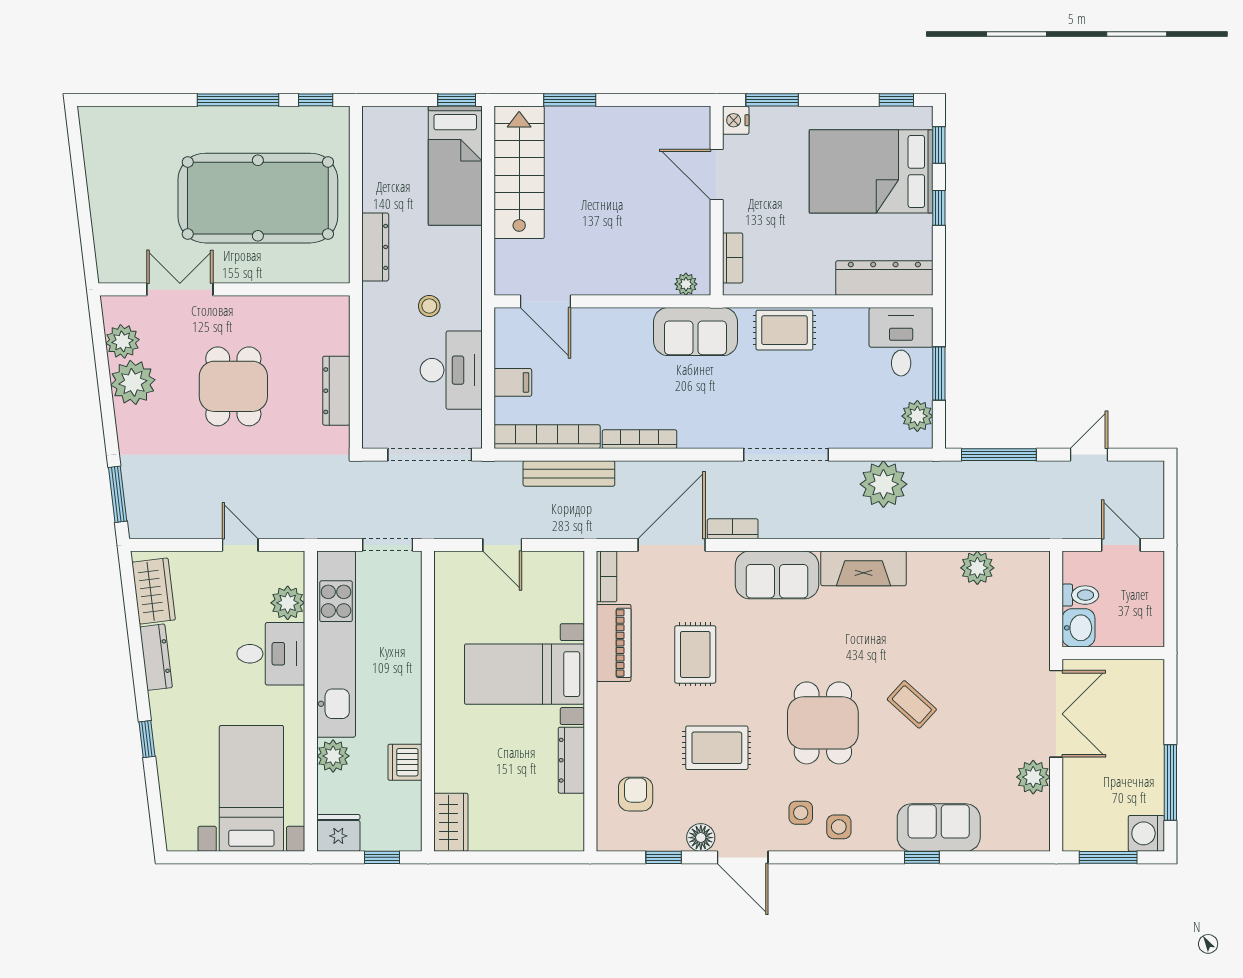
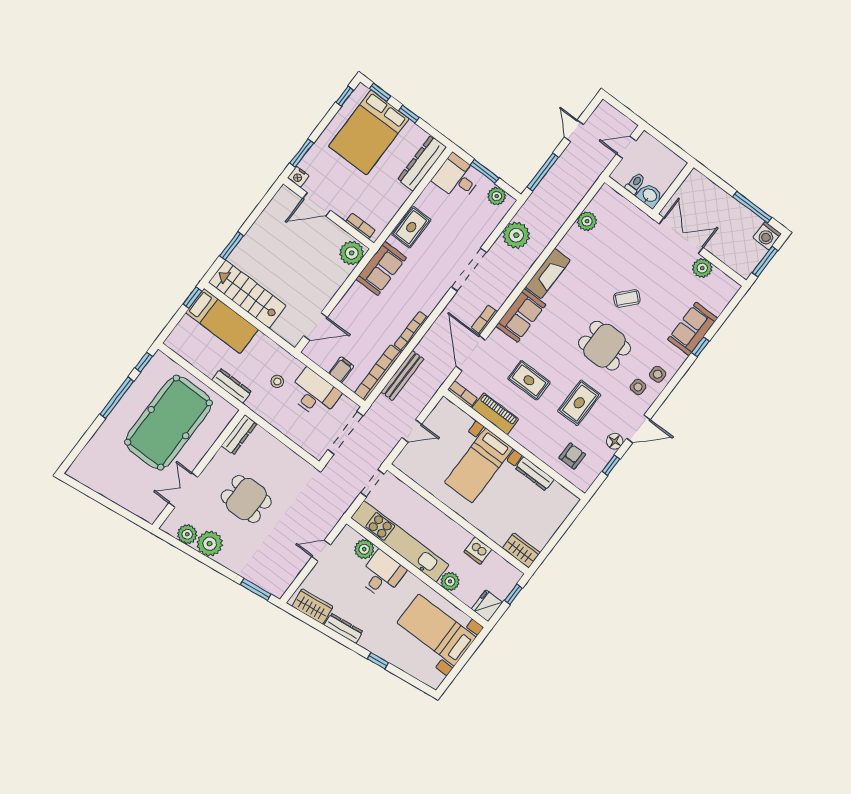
plant: (686, 284) -> (352, 253), width x1.88, depth x1.88
dresser: (336, 391) -> (239, 435), moved, turned -90
armchair: (636, 794) -> (572, 456), turned 90

